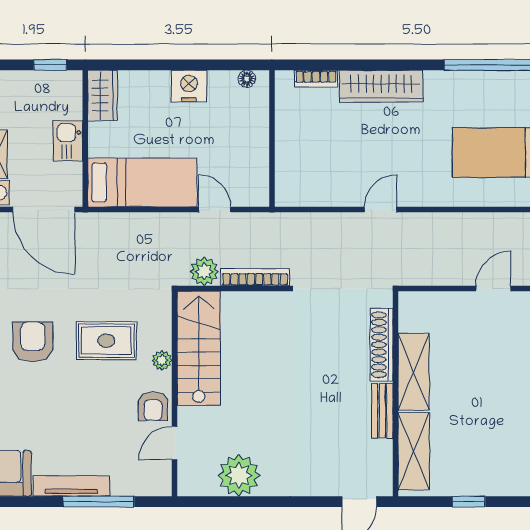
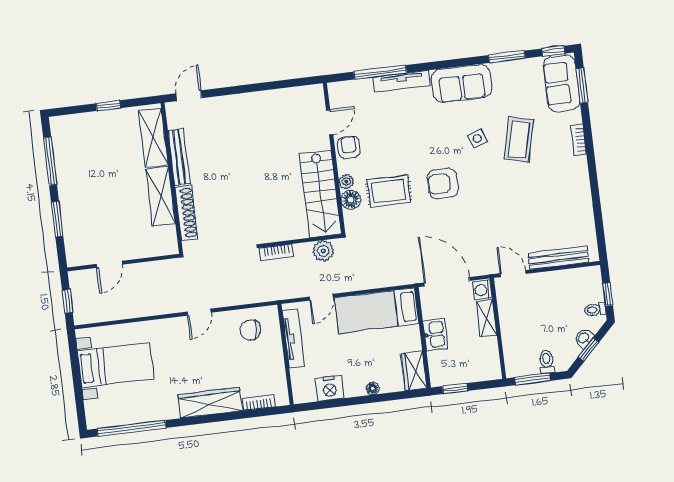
floor lamp: (247, 79) -> (373, 388), moved
nightstand: (189, 86) -> (330, 388), moved
tv unit: (259, 159) -> (293, 338), added
chair: (315, 177) -> (250, 330), added
door: (215, 210) -> (321, 297), hinge flipped
bookcase: (255, 277) -> (276, 252), width x0.64
floor lamp: (159, 335) -> (351, 200), added
armchair: (33, 342) -> (443, 184), turned 90
bench: (382, 411) -> (179, 157), width x1.36
plant: (239, 475) -> (279, 104), removed

